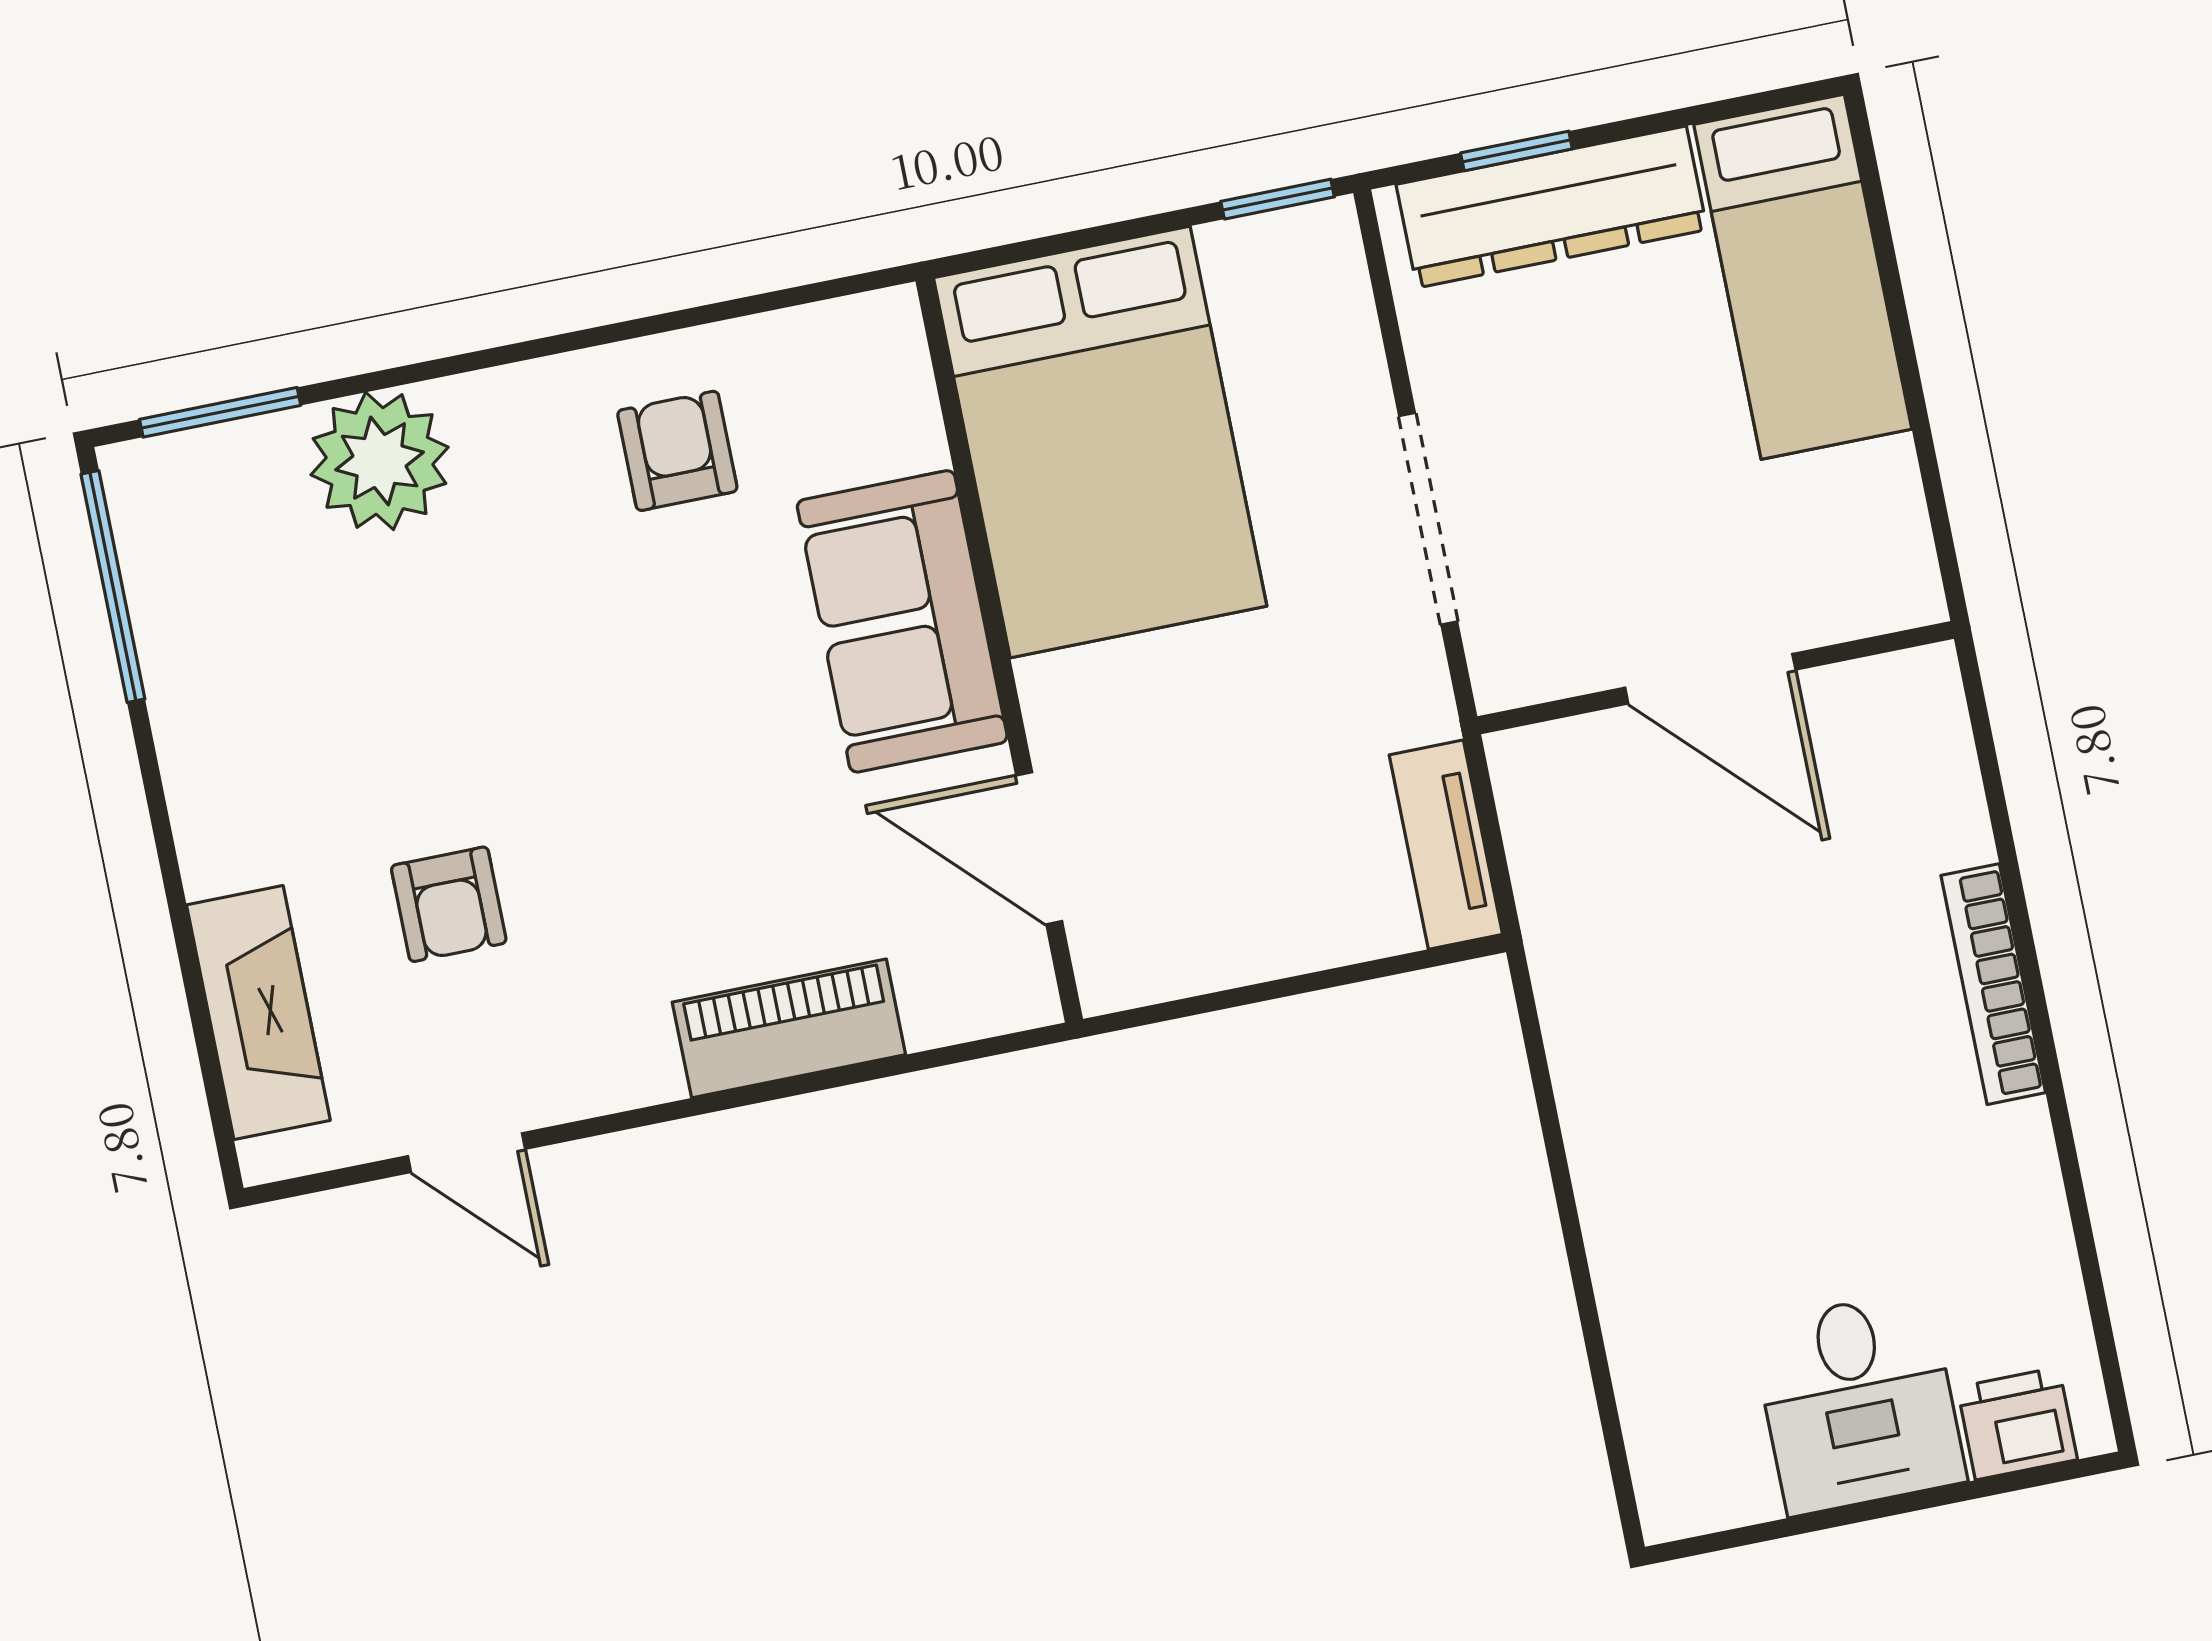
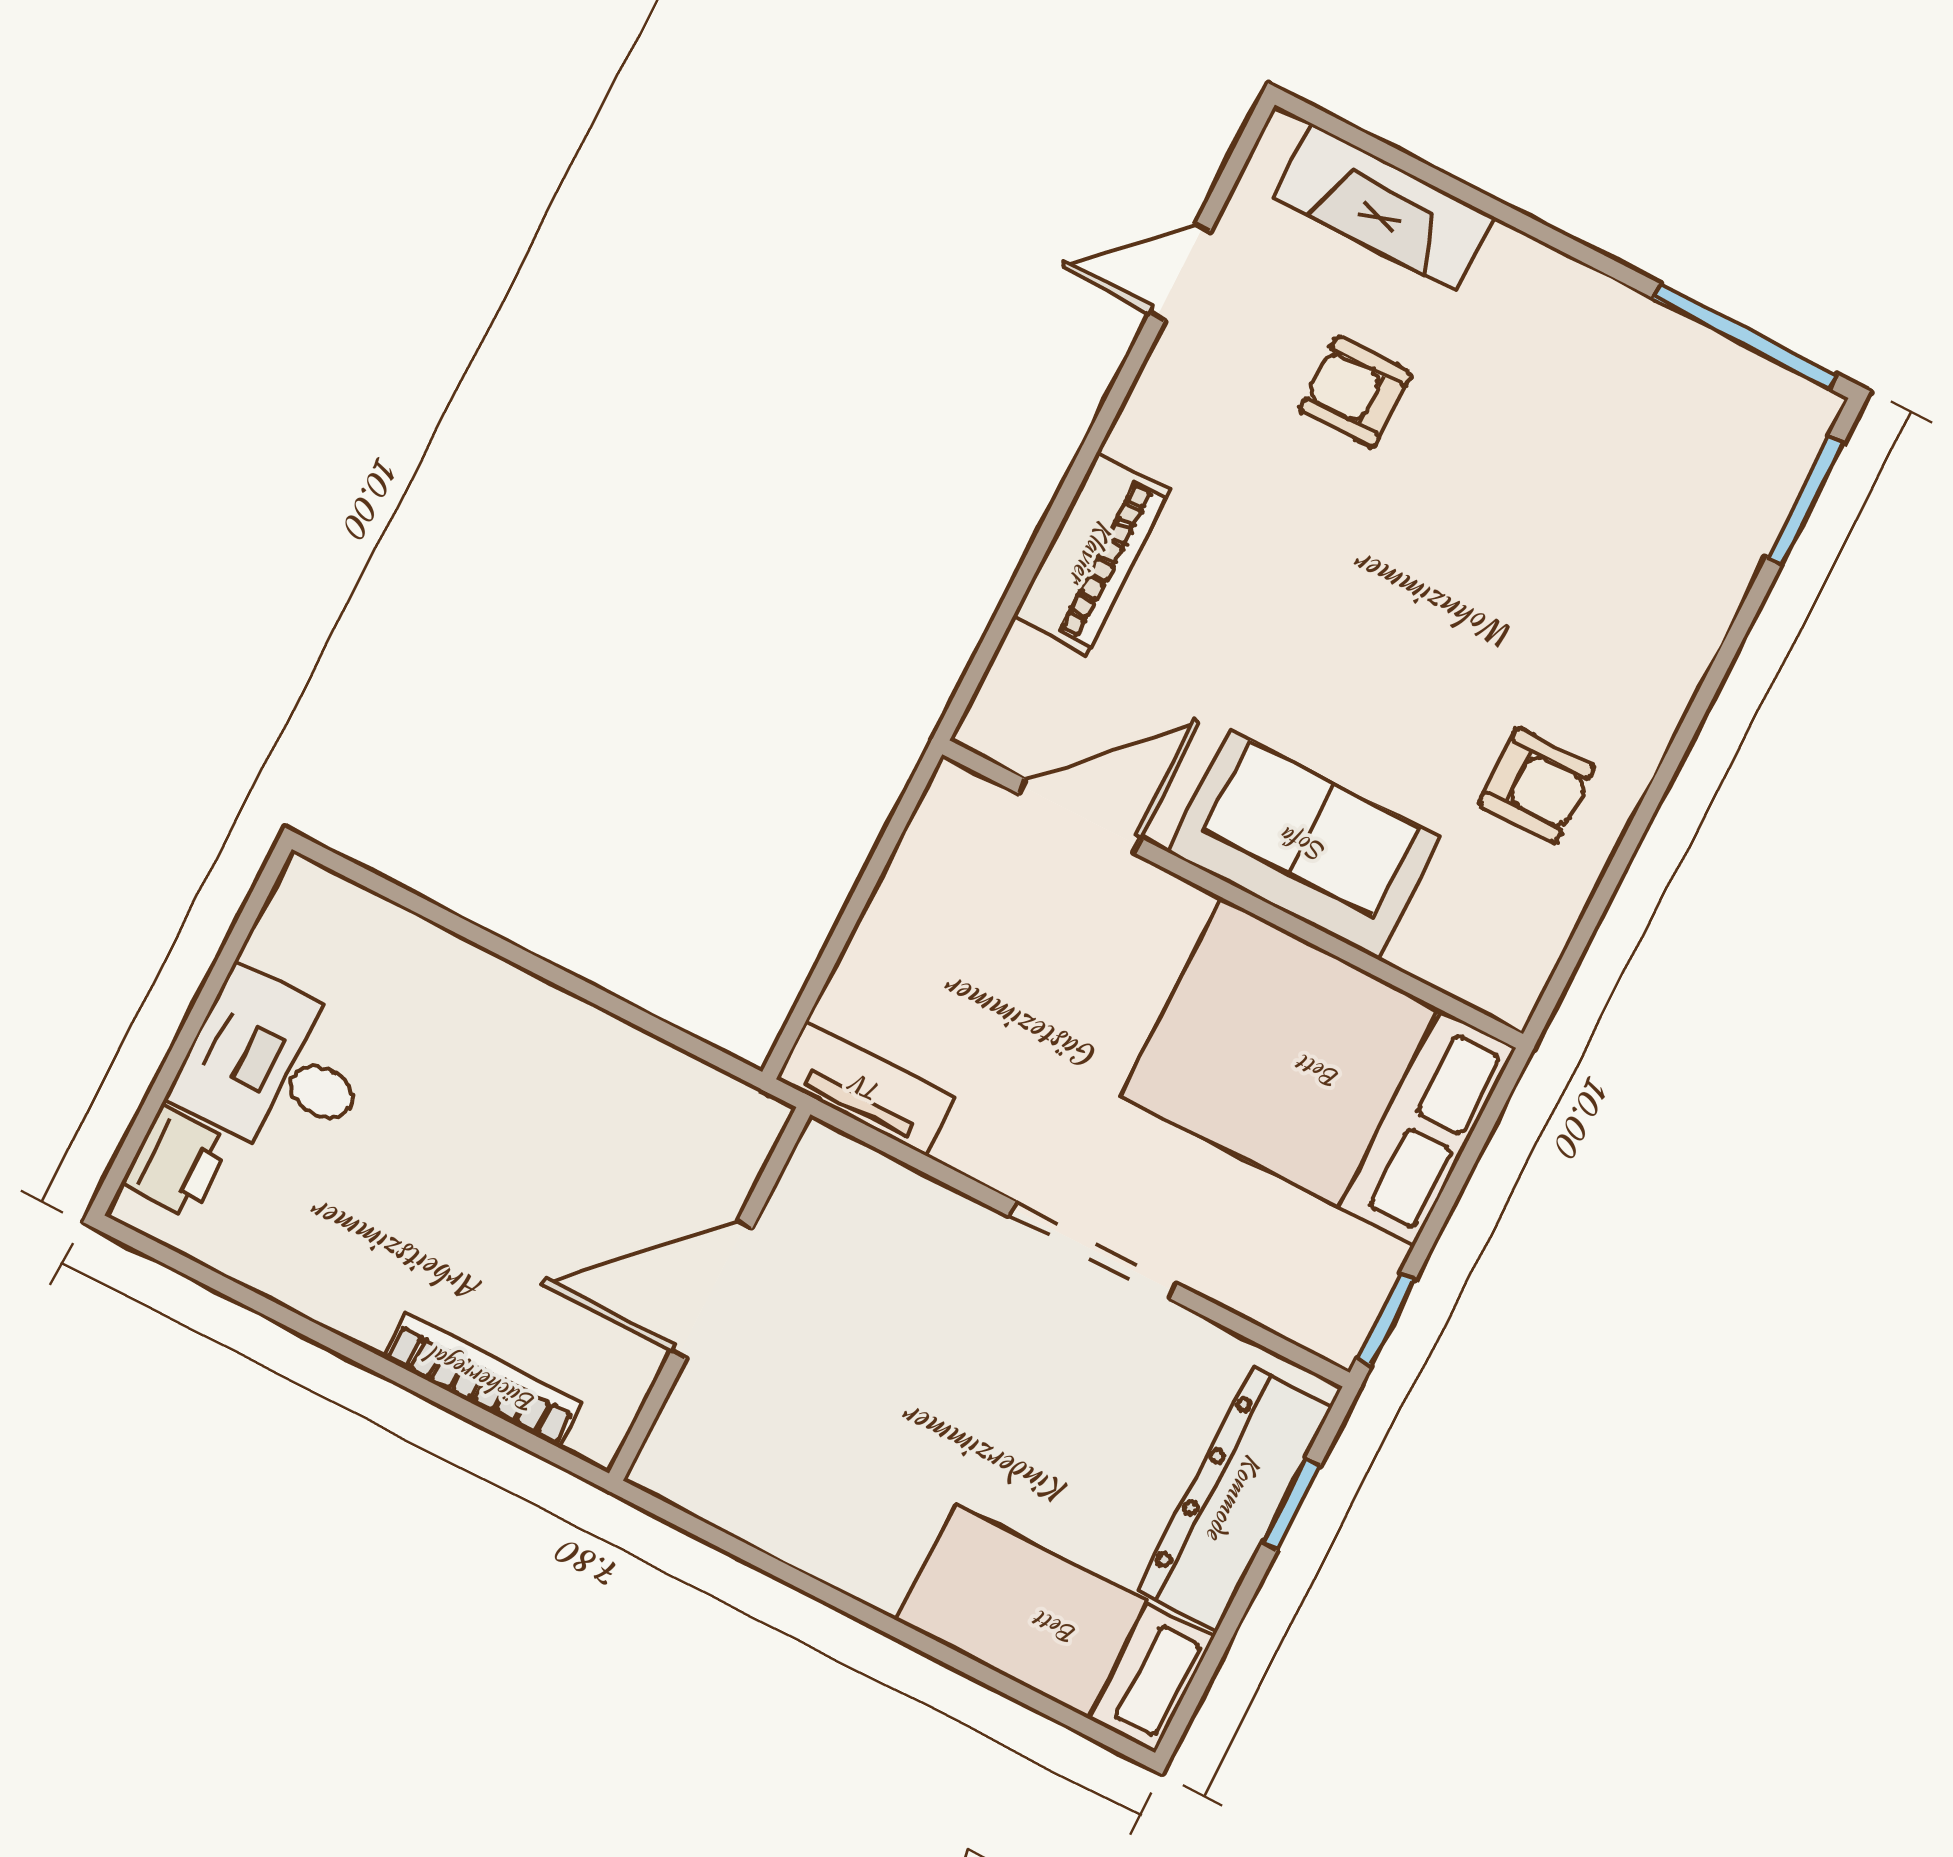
plant: (380, 461) -> (1688, 581), removed
wall: (1716, 678) -> (710, 1294), moved
door: (1710, 679) -> (712, 1290), moved

